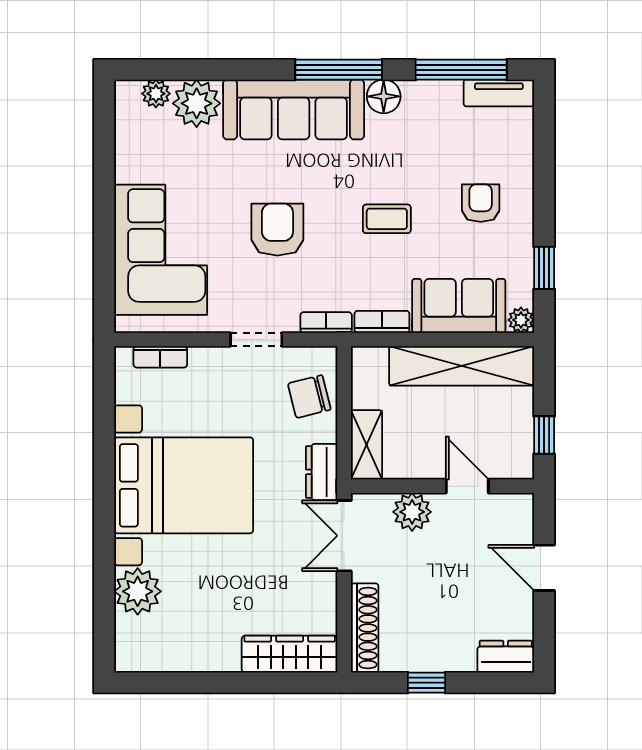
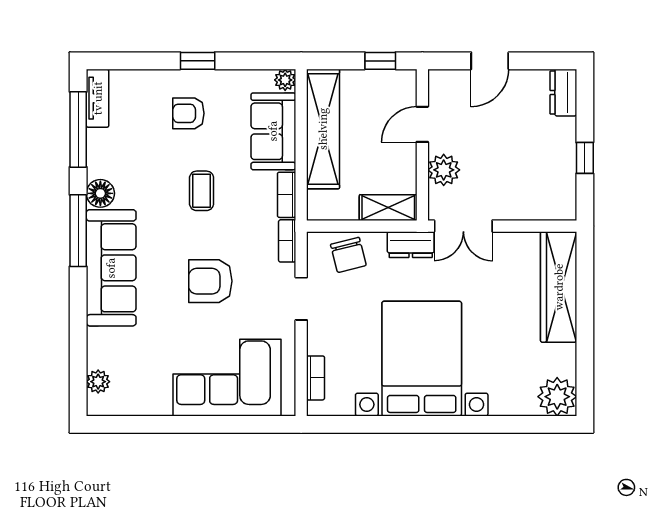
plant: (197, 103) -> (106, 348), removed
window: (544, 268) -> (198, 61), moved
plant: (138, 591) -> (557, 397), moved
shoe rack: (365, 628) -> (540, 209), removed
wardrobe: (290, 654) -> (559, 287), width x1.40, depth x1.17

